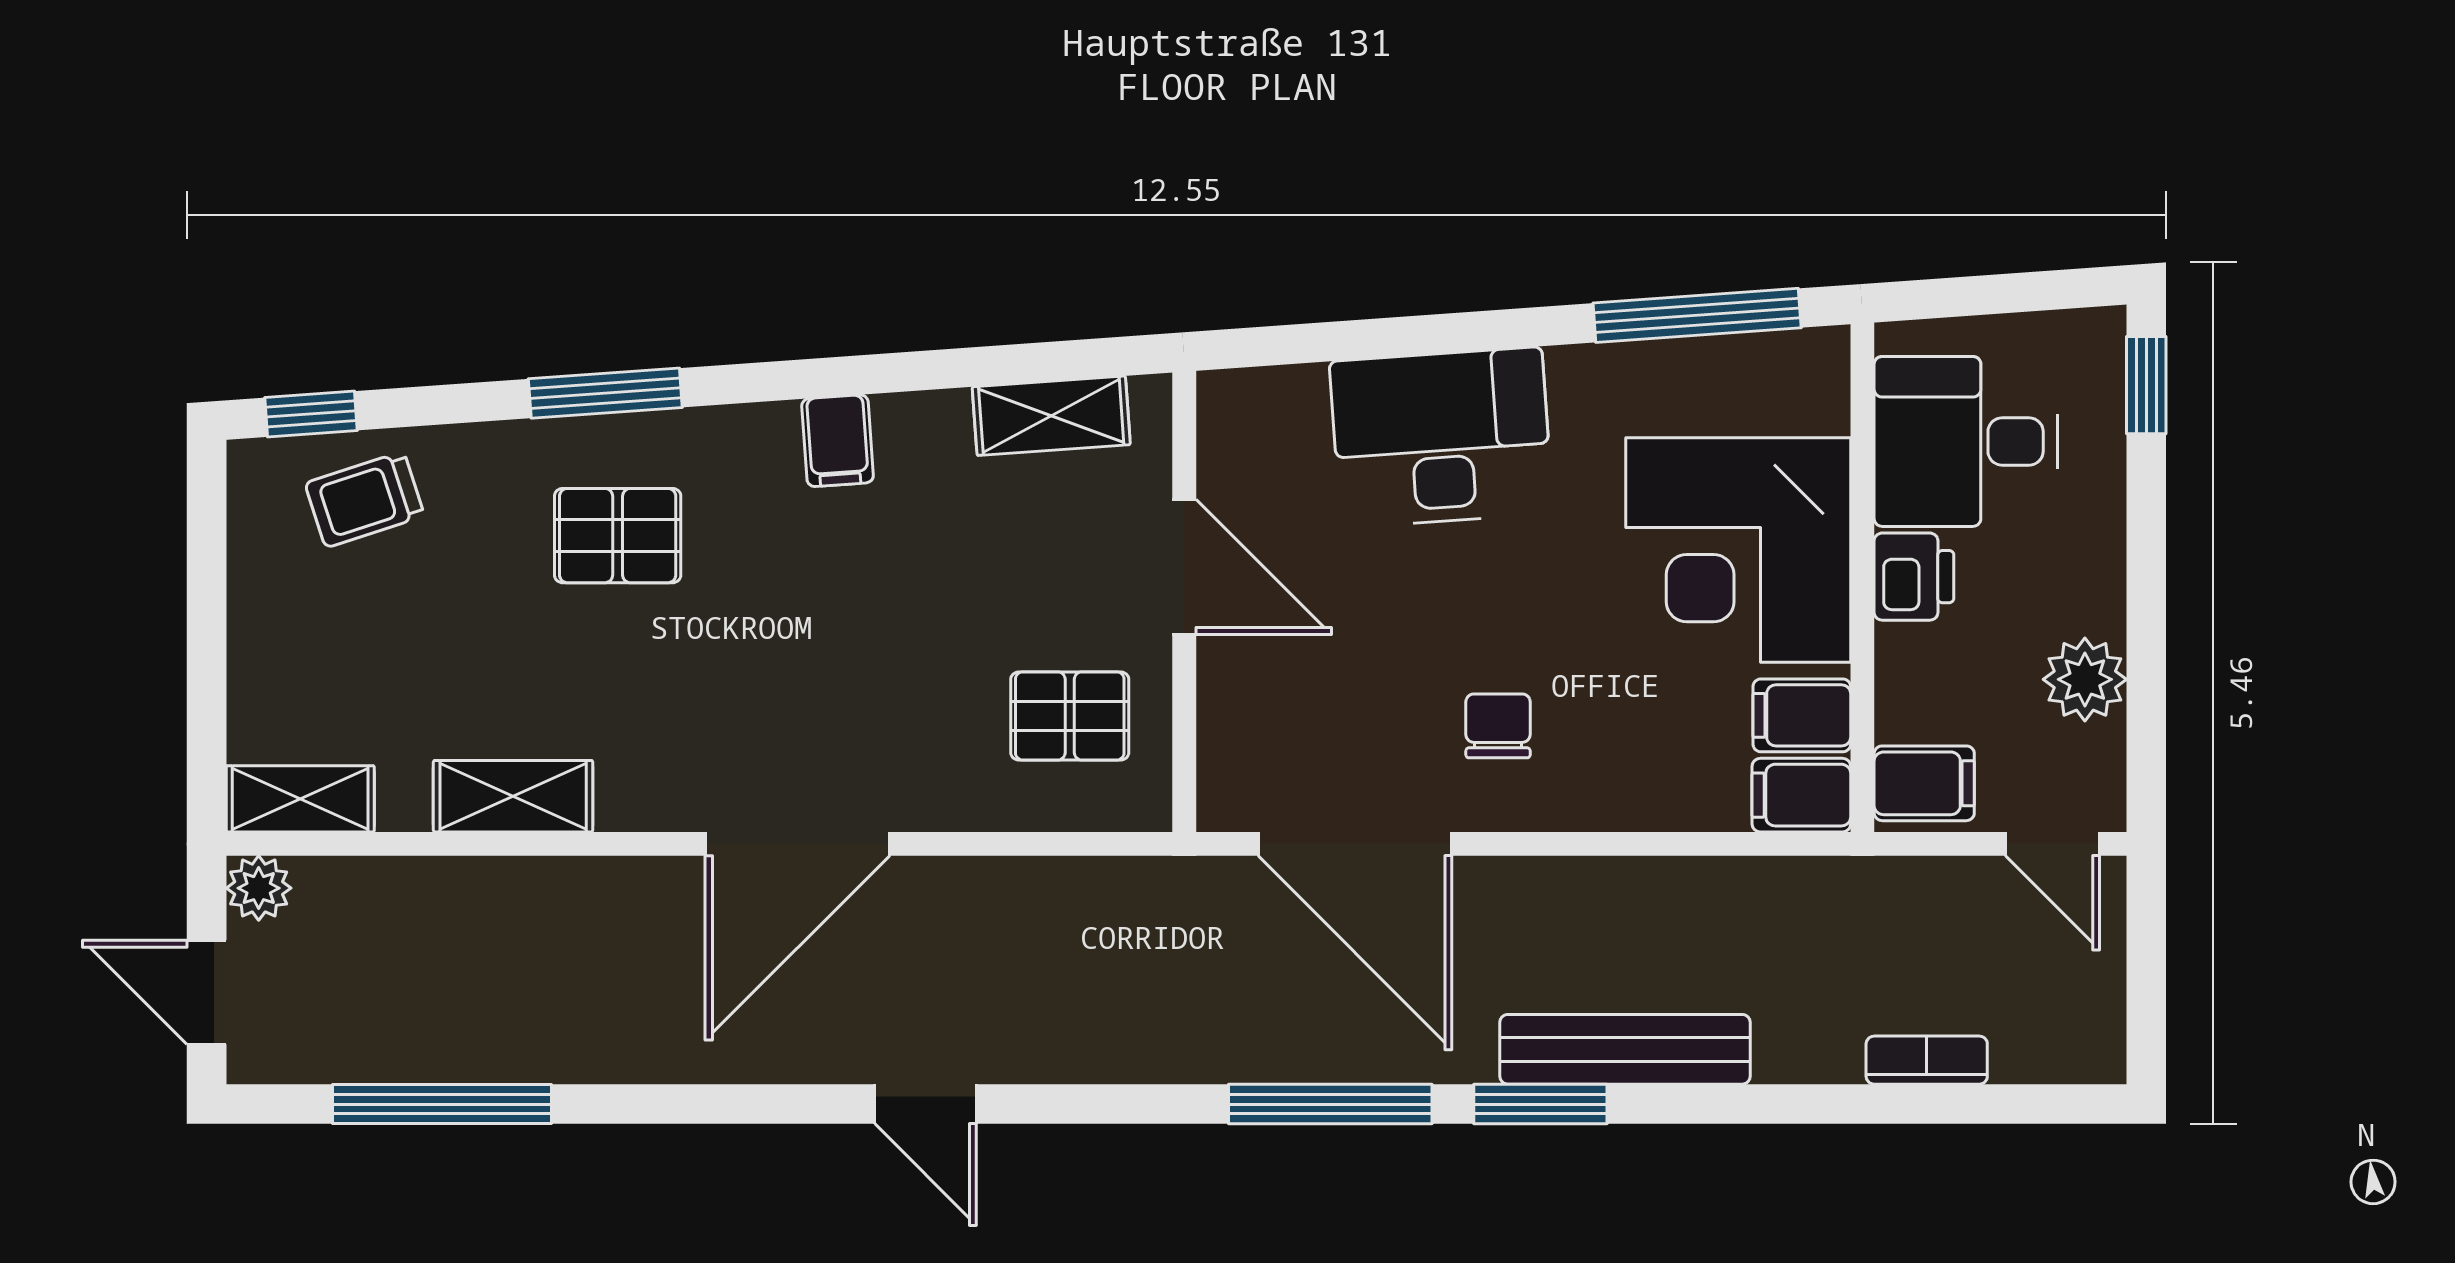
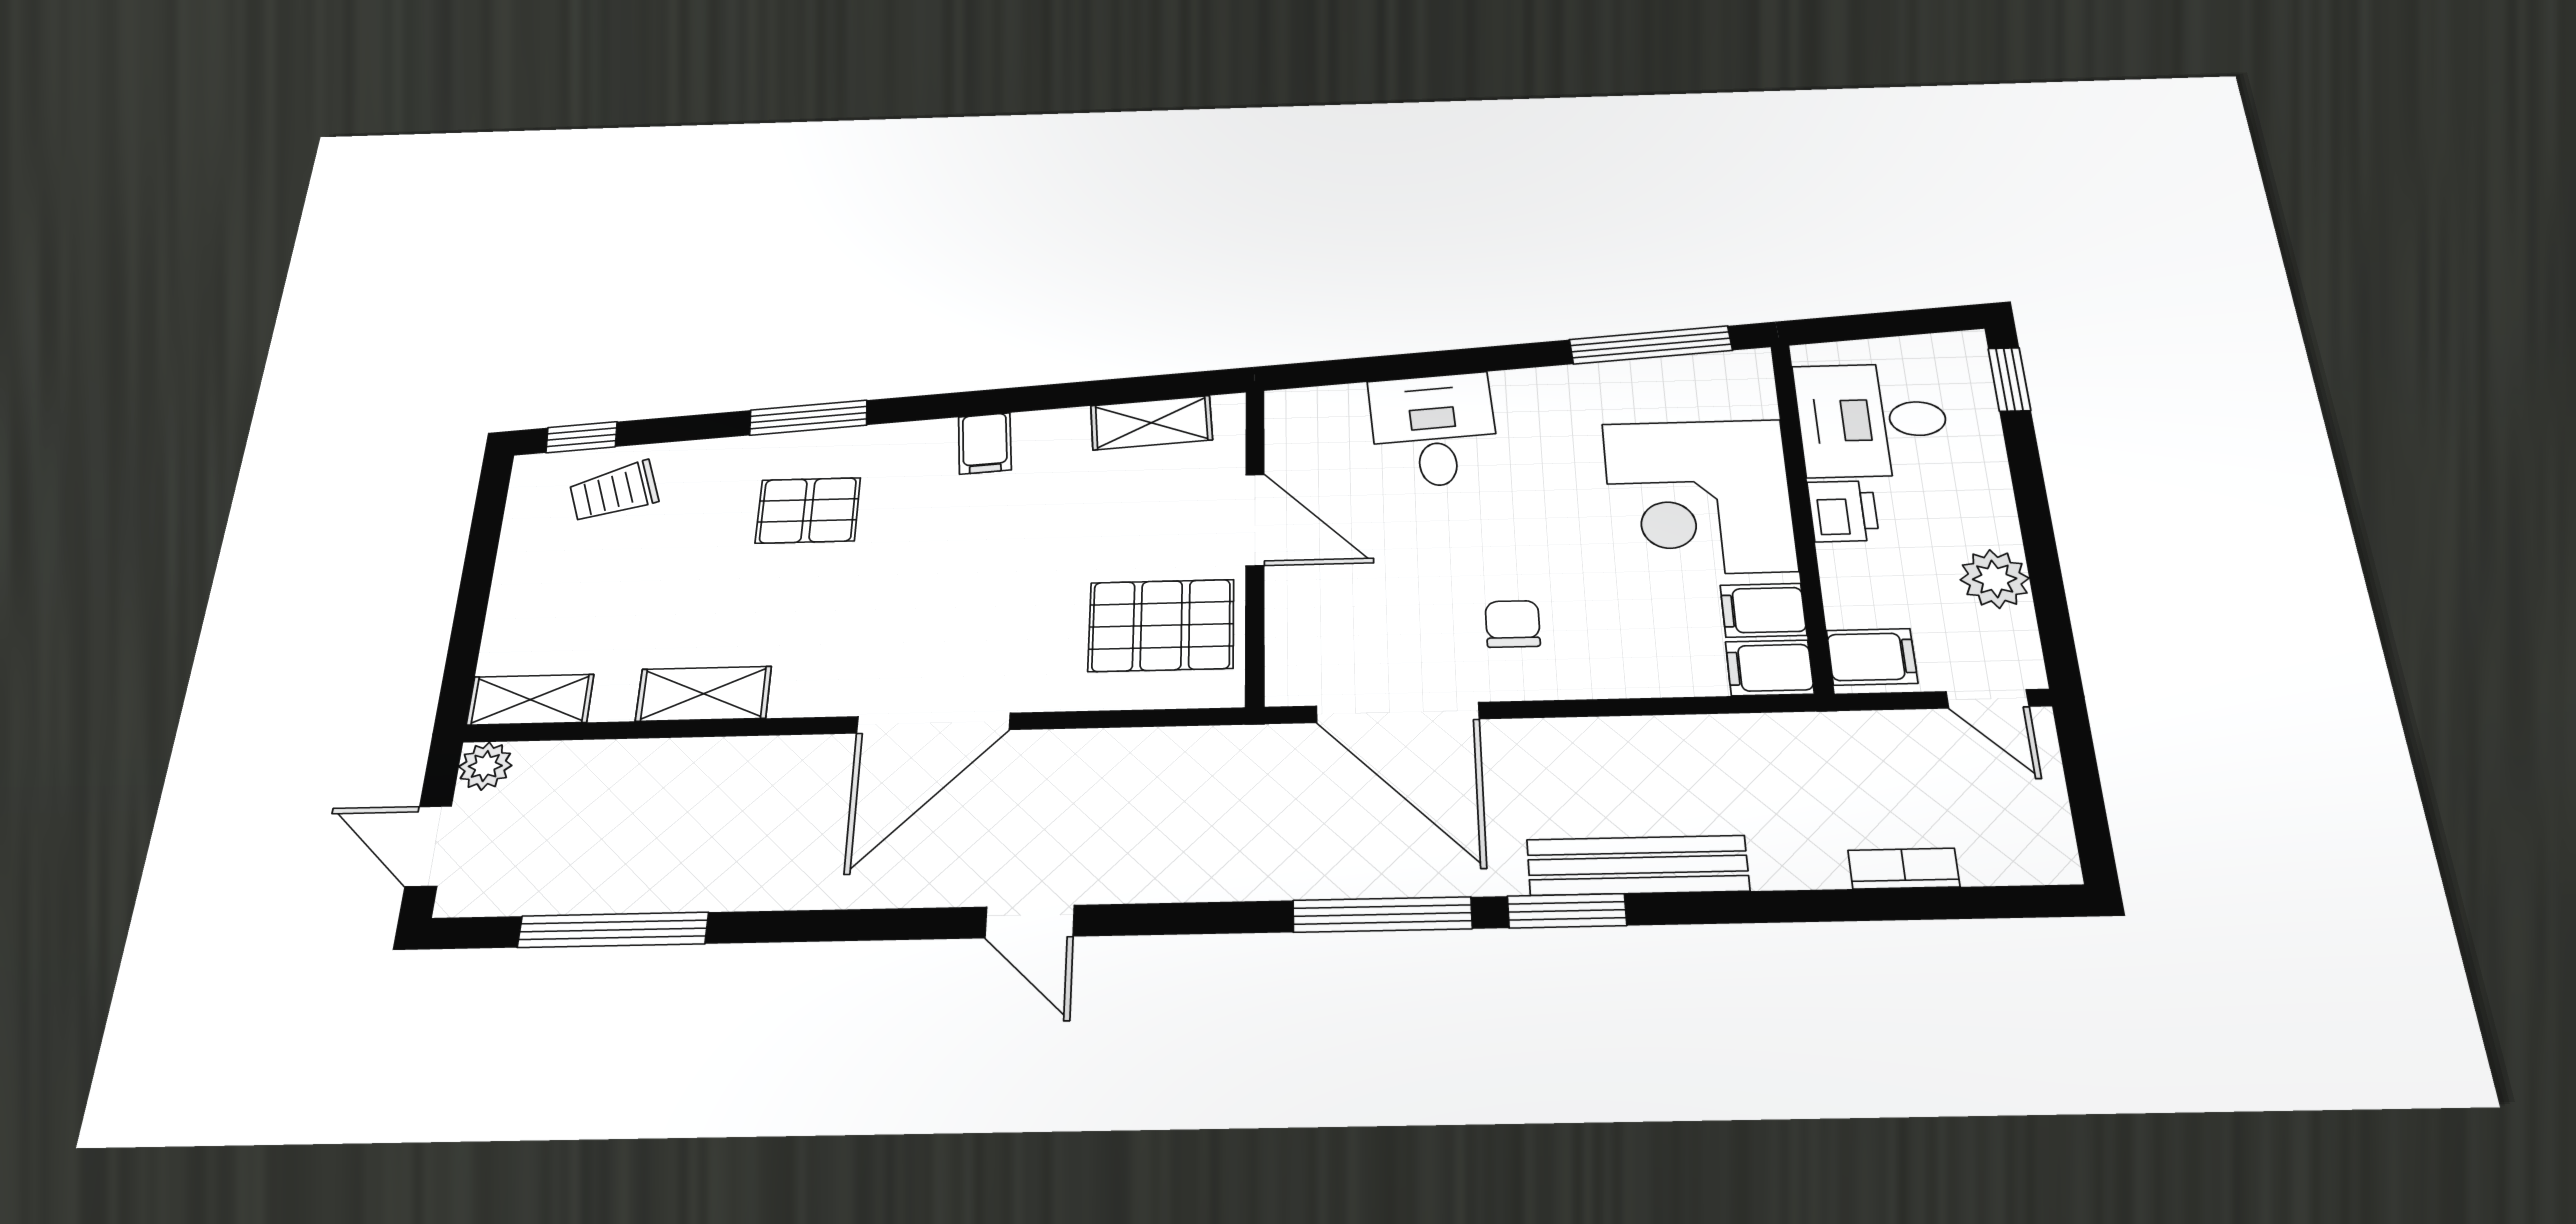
desk: (1441, 437) -> (1434, 430), width x0.73
pallet: (1070, 716) -> (1161, 625), width x1.50, depth x1.42

